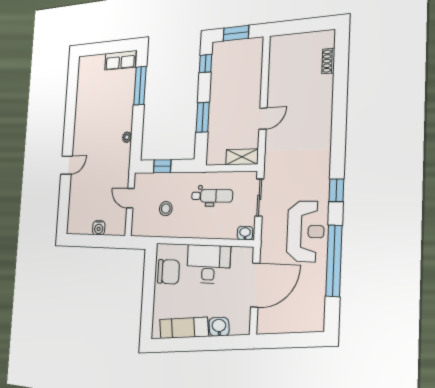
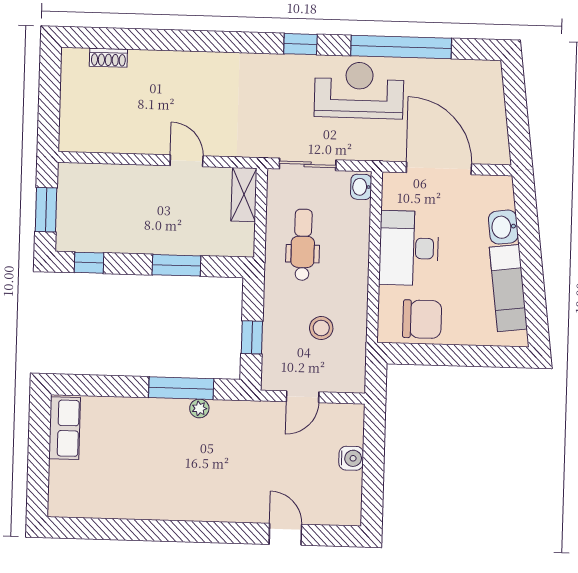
window: (140, 86) -> (181, 388), moved
door: (67, 165) -> (285, 534), moved
chair: (168, 272) -> (422, 319), turned 90

